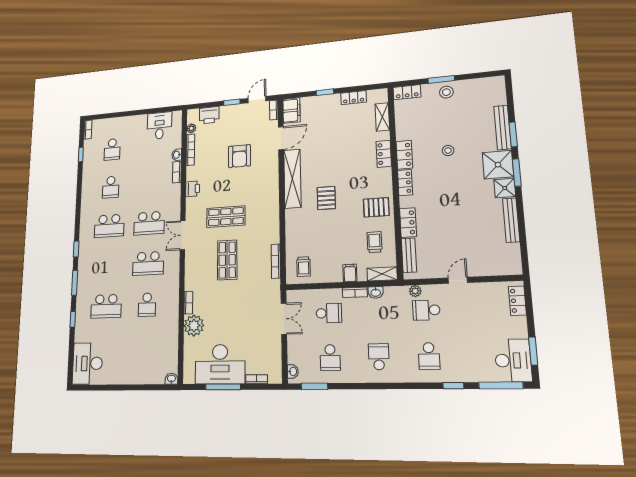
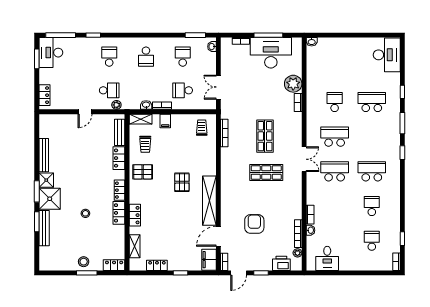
printer: (193, 189) -> (296, 199), removed

